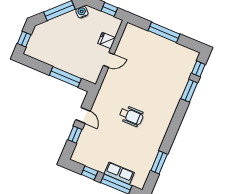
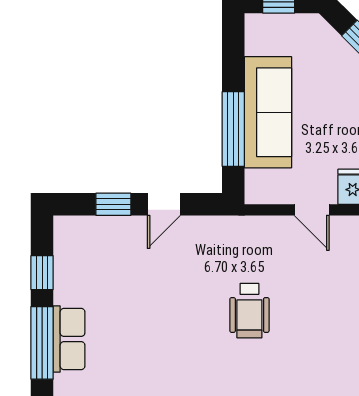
sofa: (65, 61) -> (268, 112), added
wheelchair: (131, 116) -> (249, 311), moved

